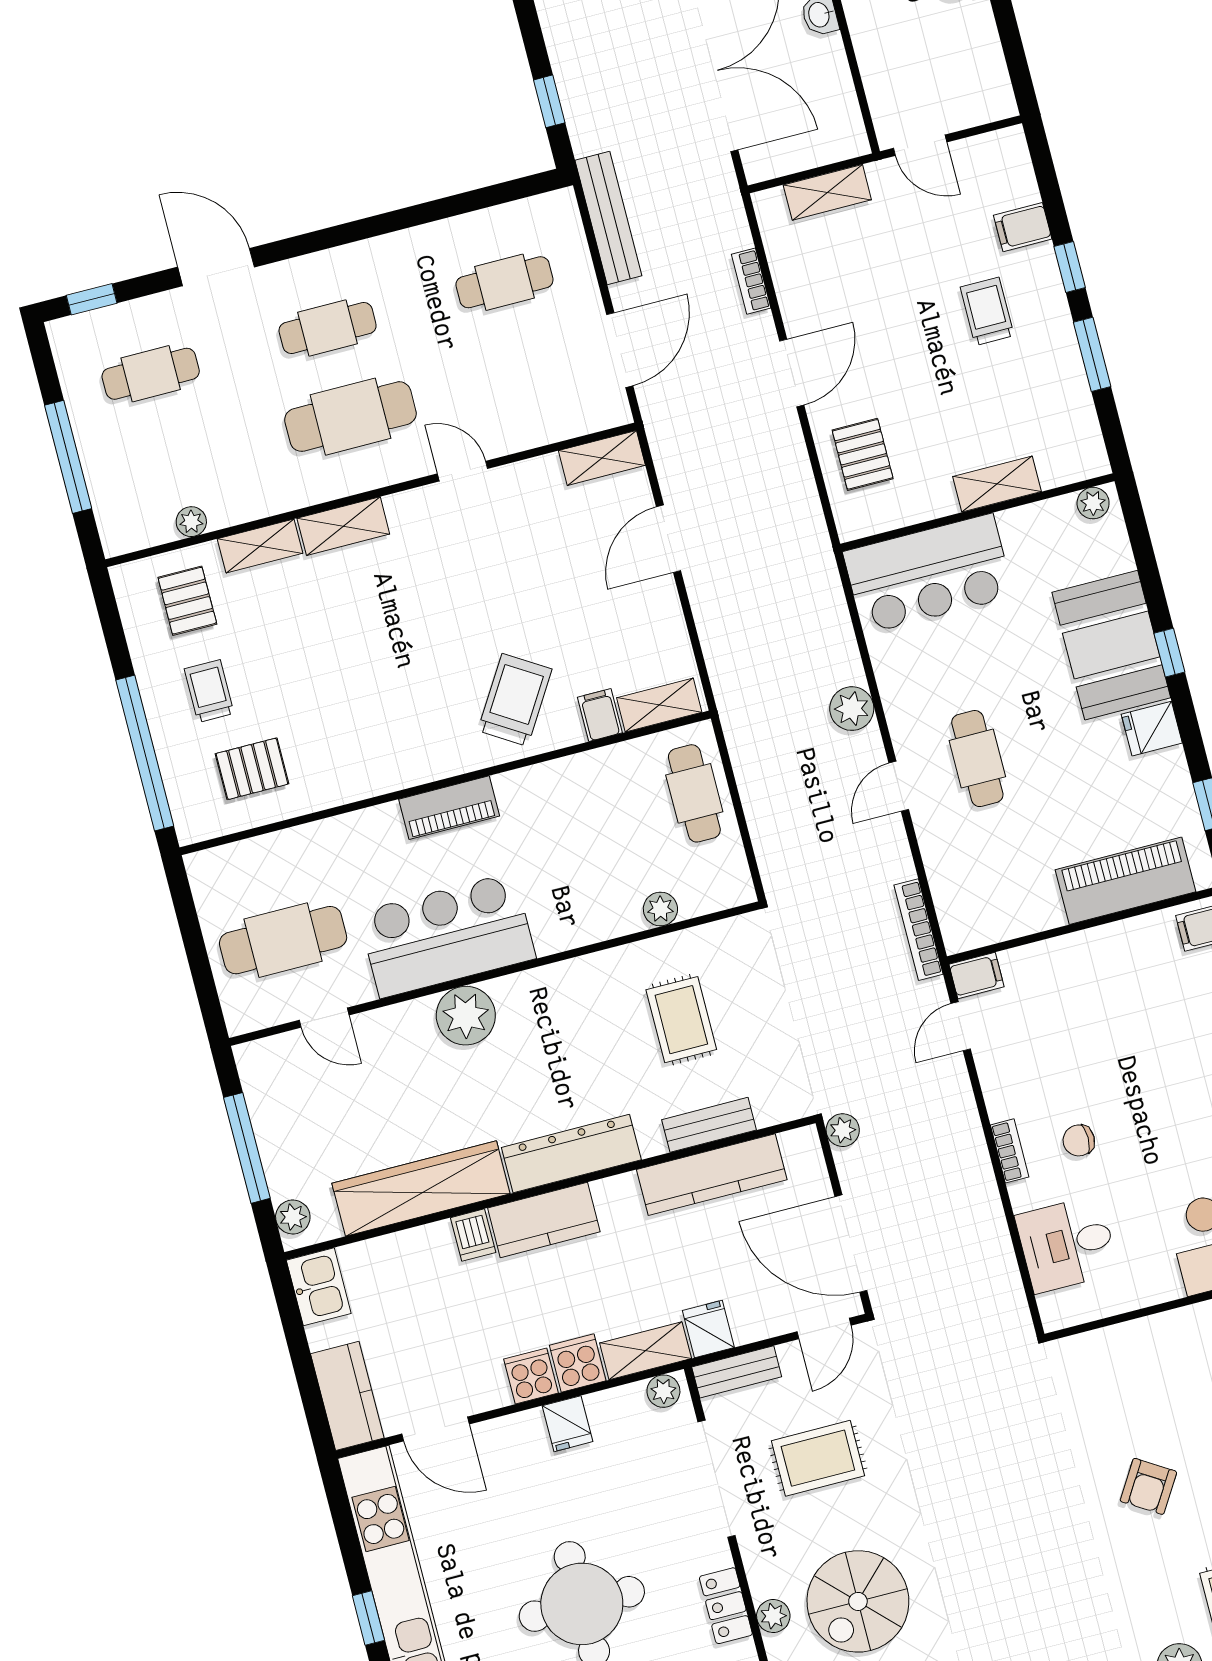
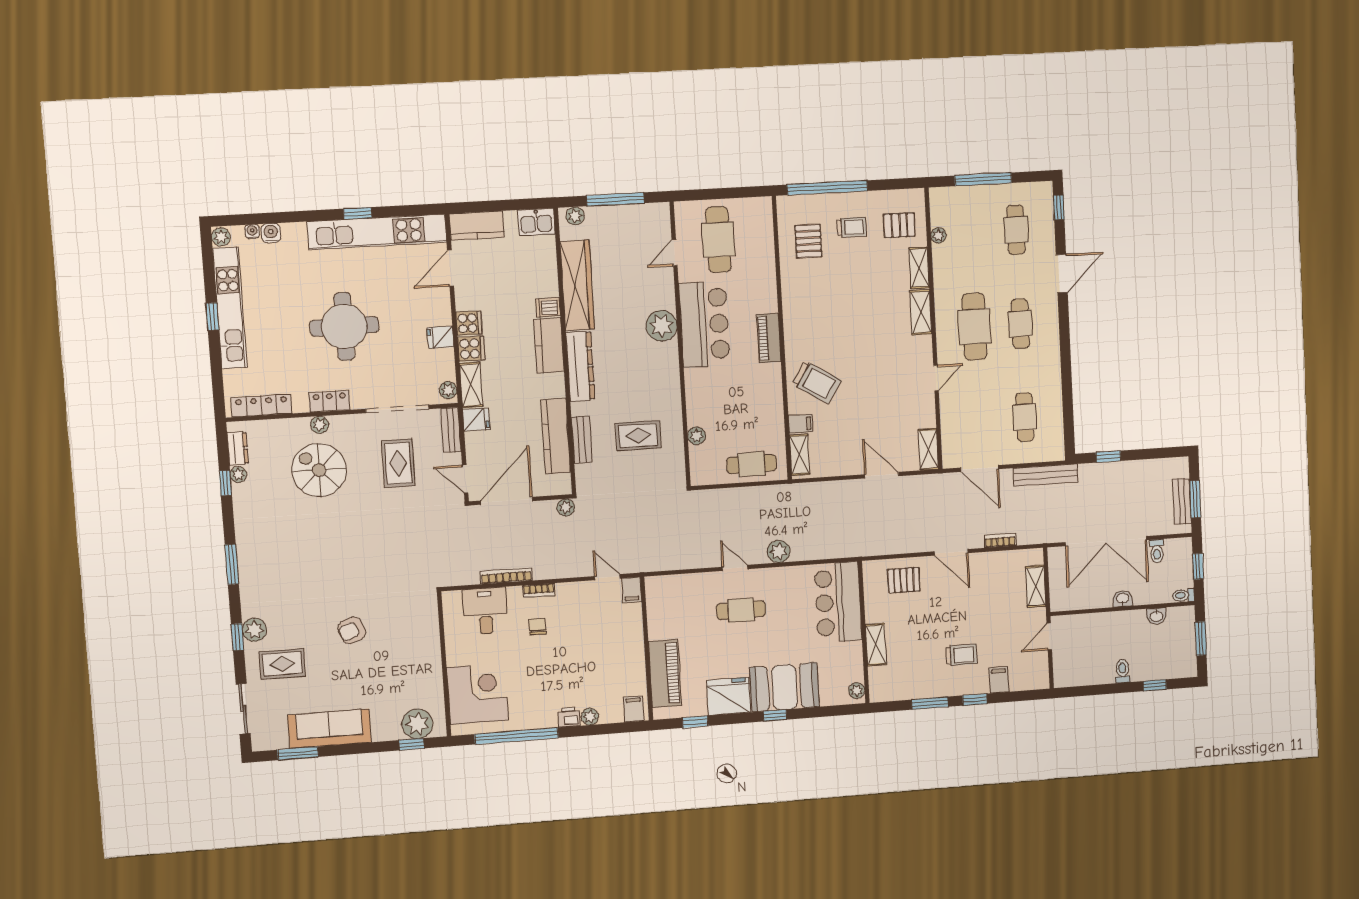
fridge: (1152, 729) -> (729, 696), width x1.88, depth x1.34
bookcase: (919, 930) -> (506, 576), moved
armchair: (1148, 1486) -> (352, 630), turned -53

